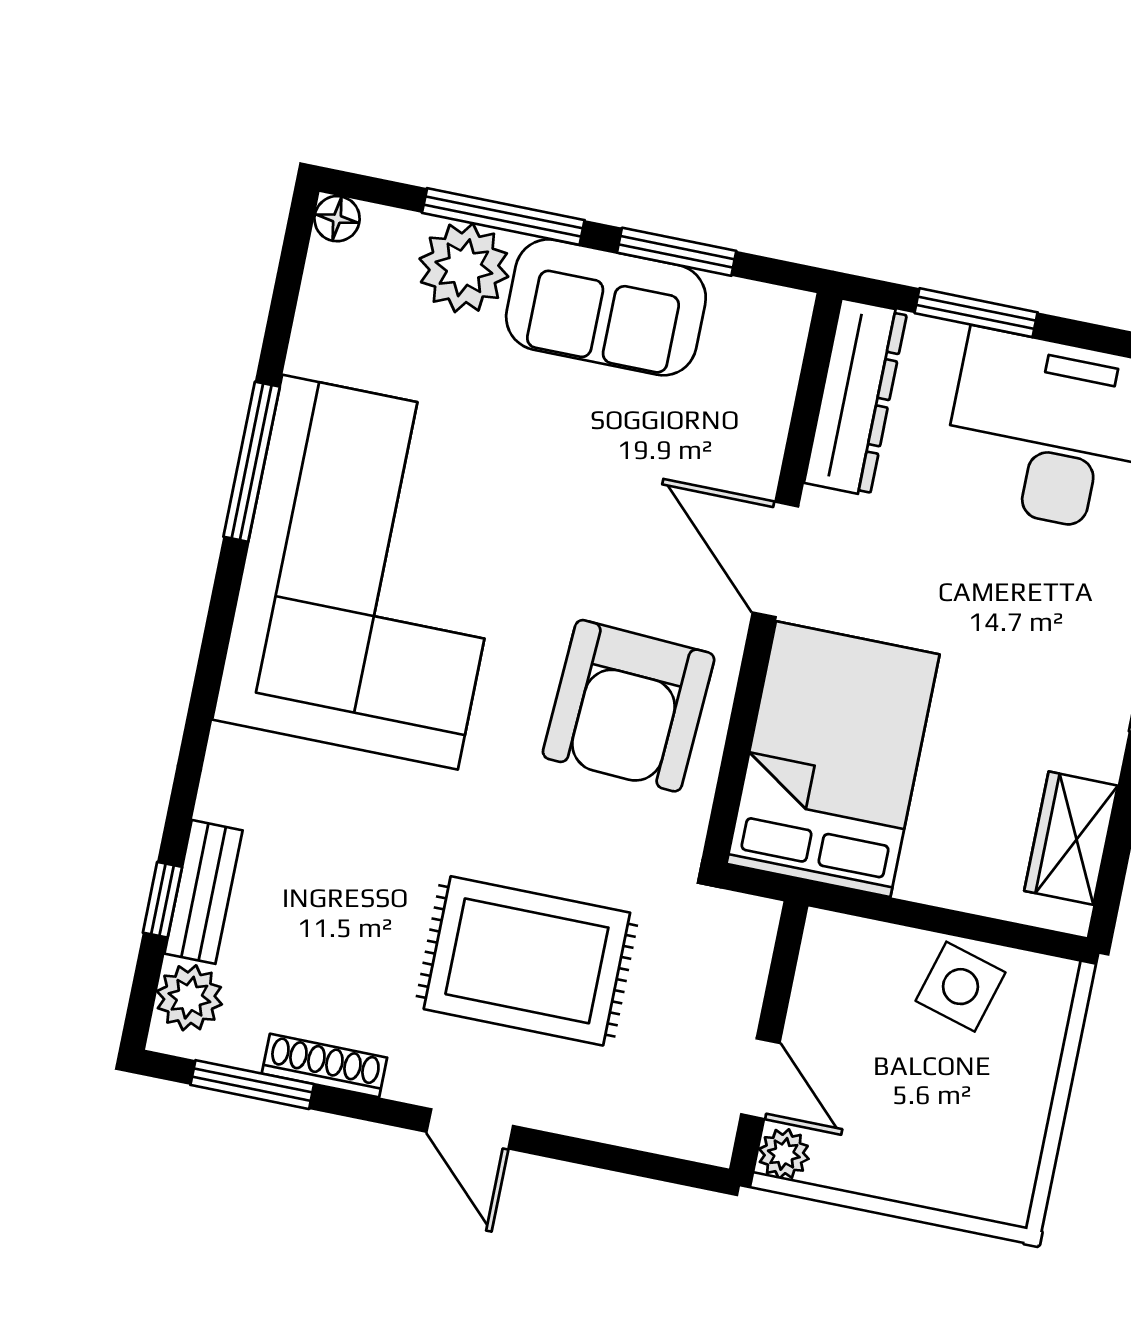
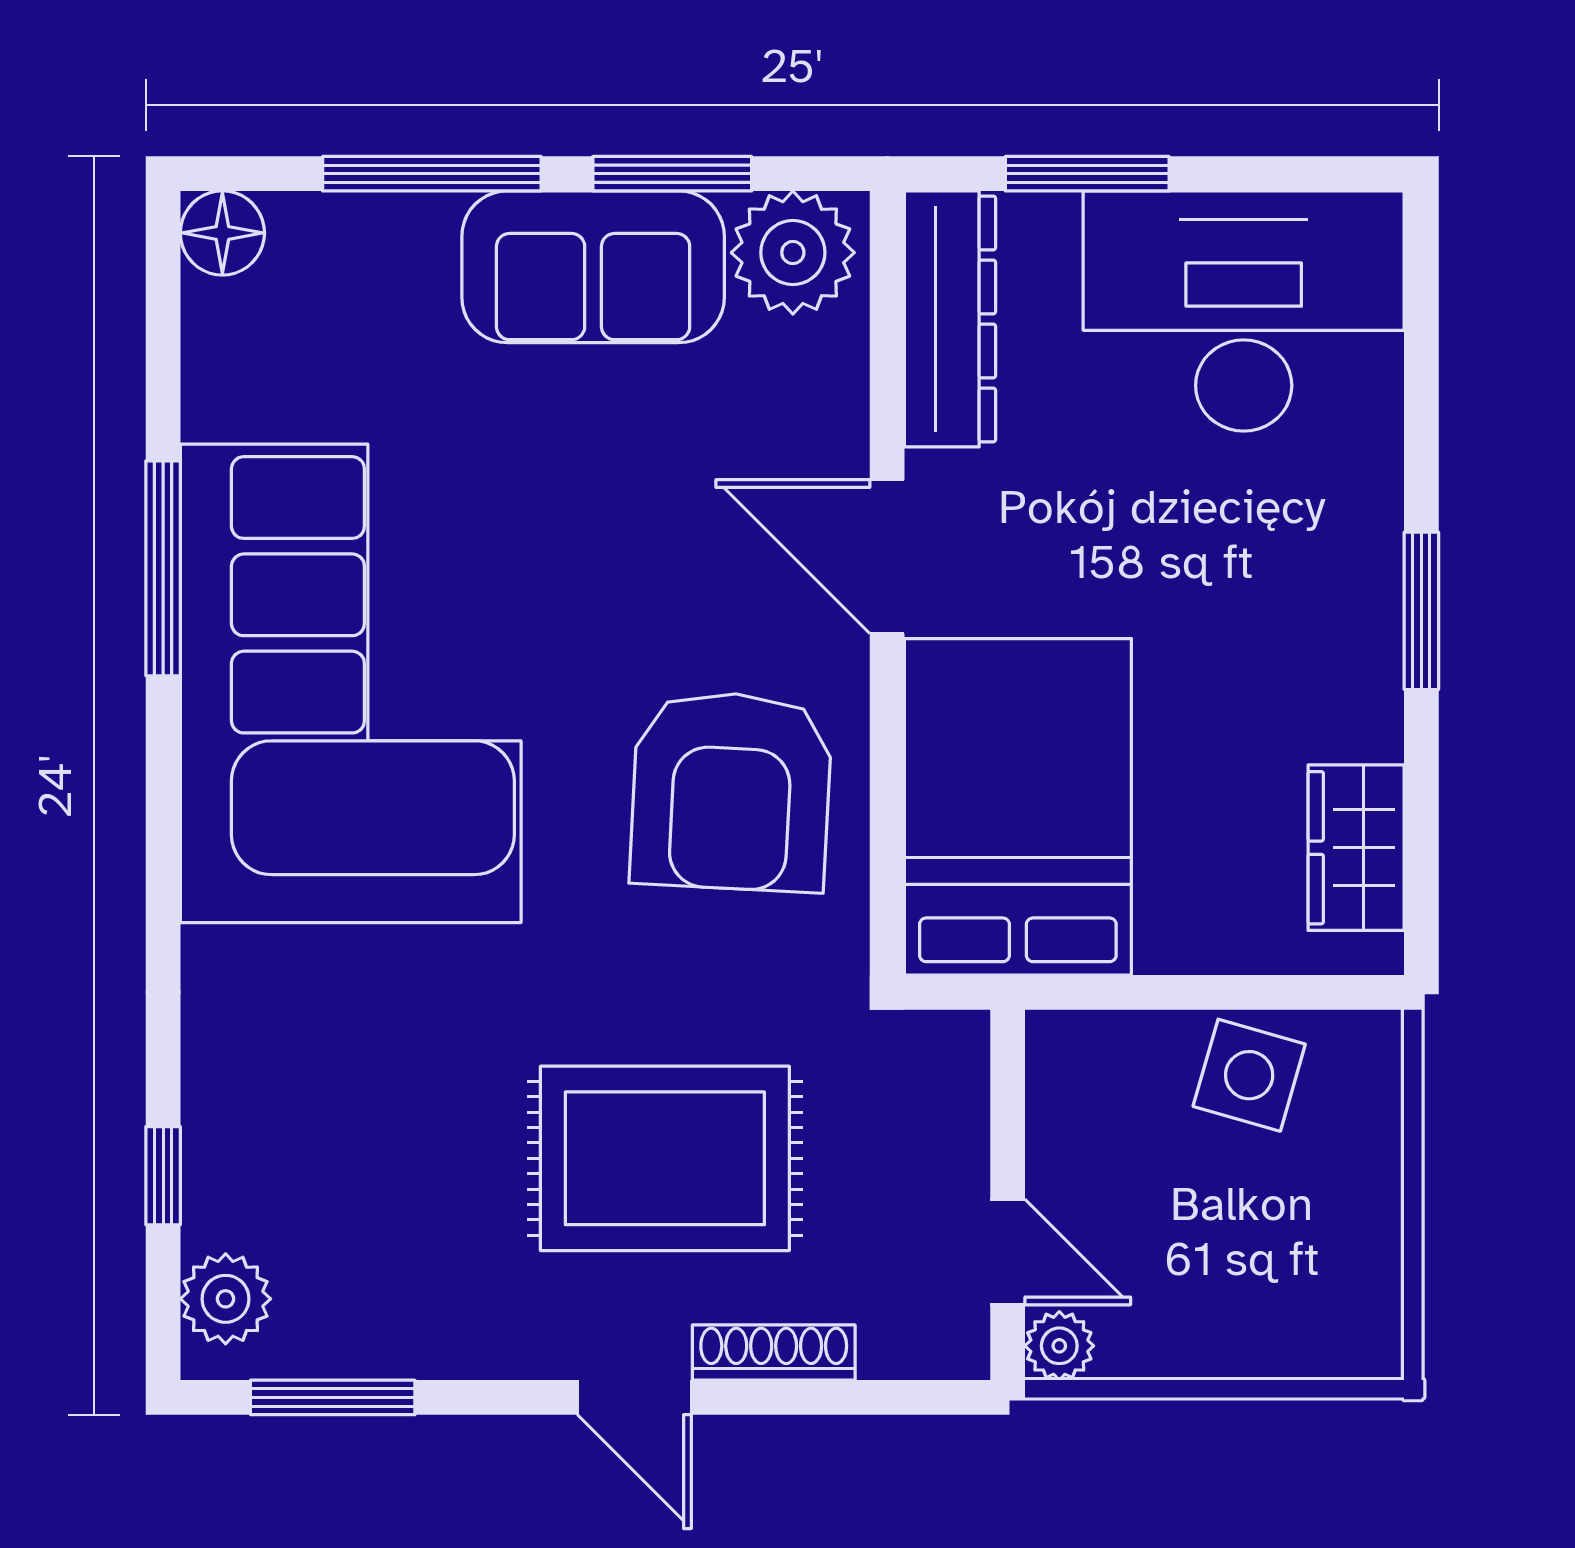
floor lamp: (337, 219) -> (222, 233), width x1.37, depth x1.37
plant: (464, 268) -> (793, 253), moved
bench: (204, 892) -> (216, 1154), removed
shoe rack: (324, 1066) -> (774, 1353), moved

